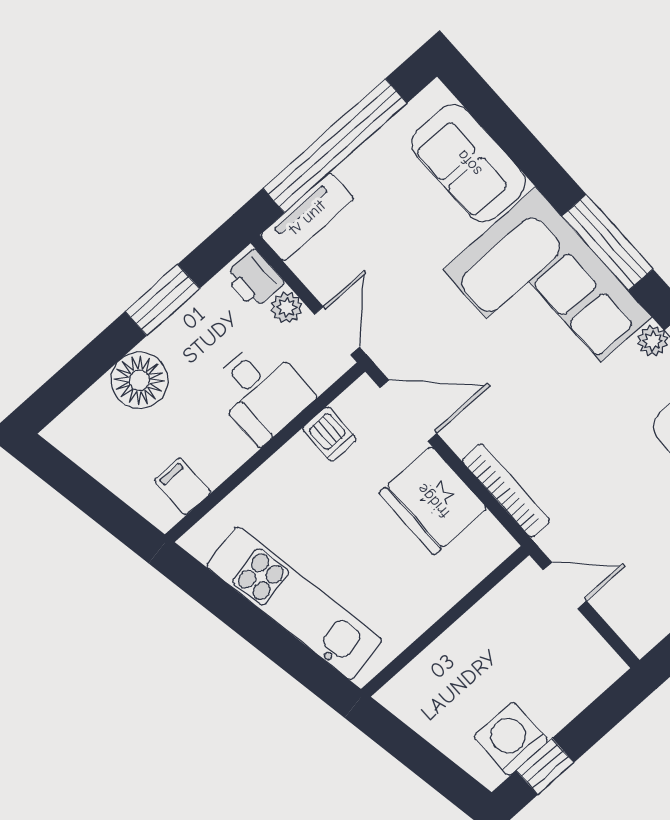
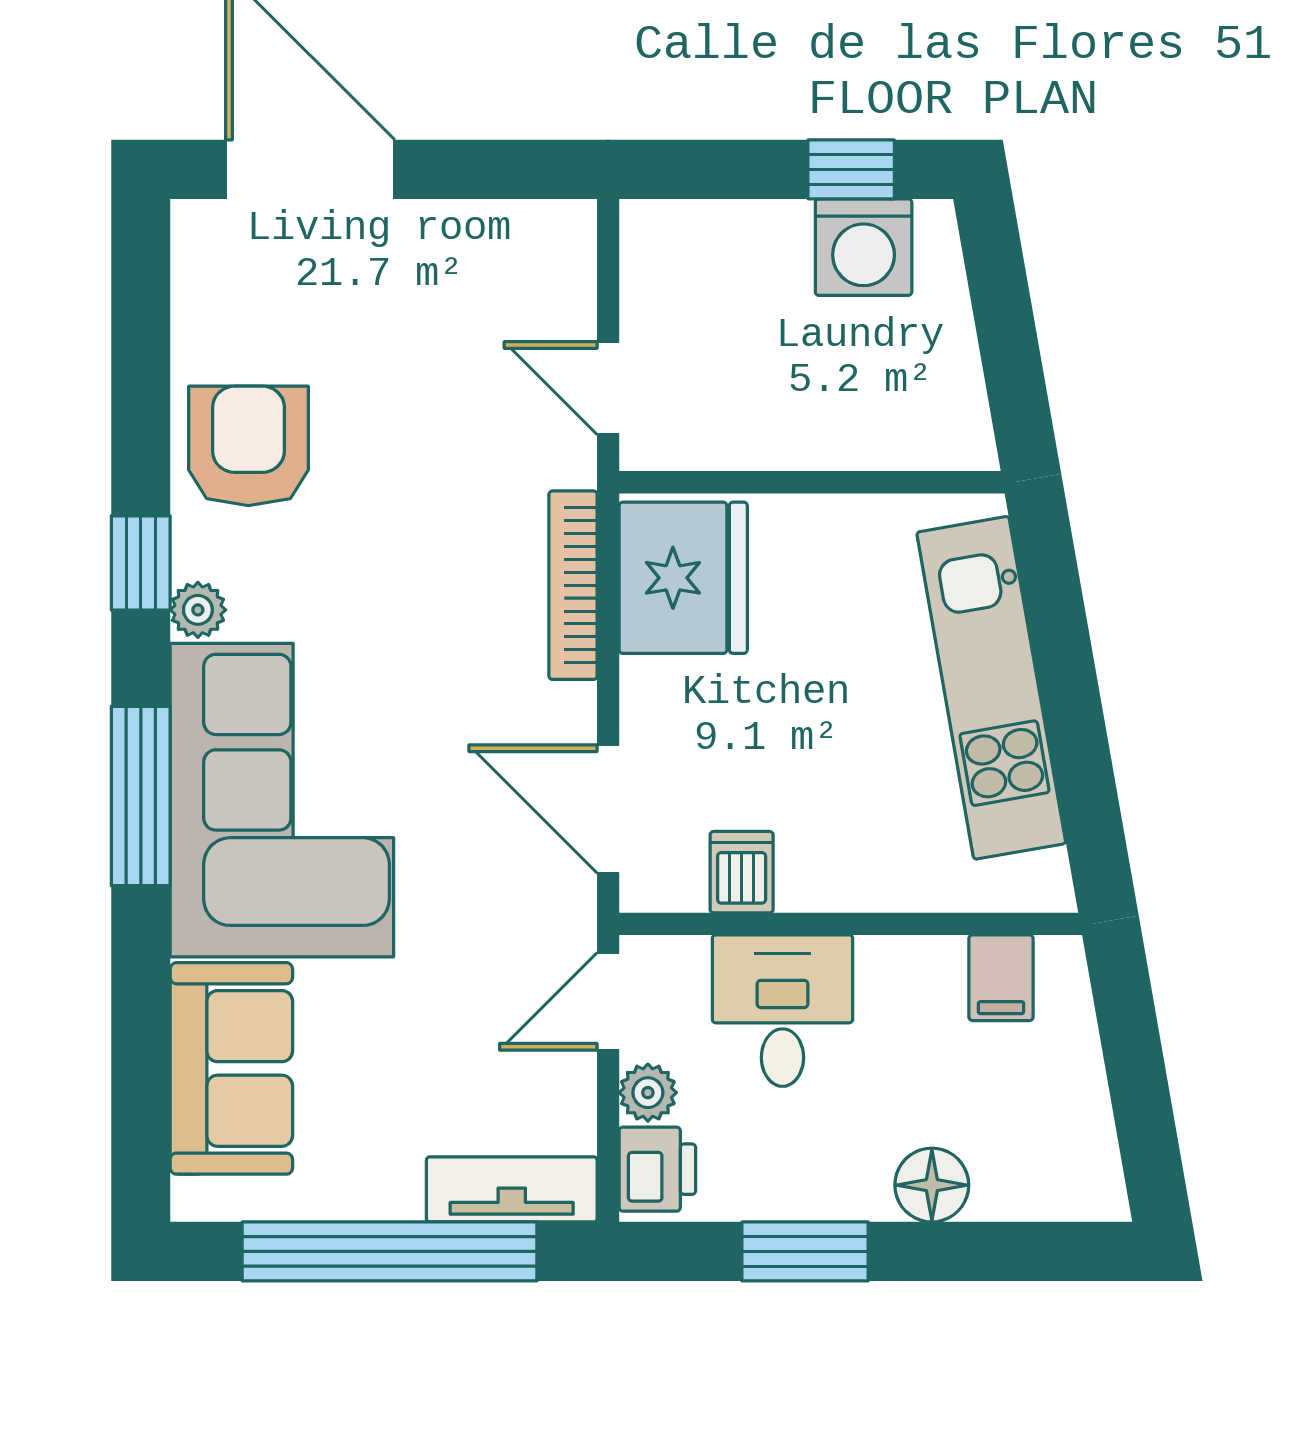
floor lamp: (139, 380) -> (932, 1185), width x0.73, depth x0.73
fridge: (433, 501) -> (683, 578), moved

